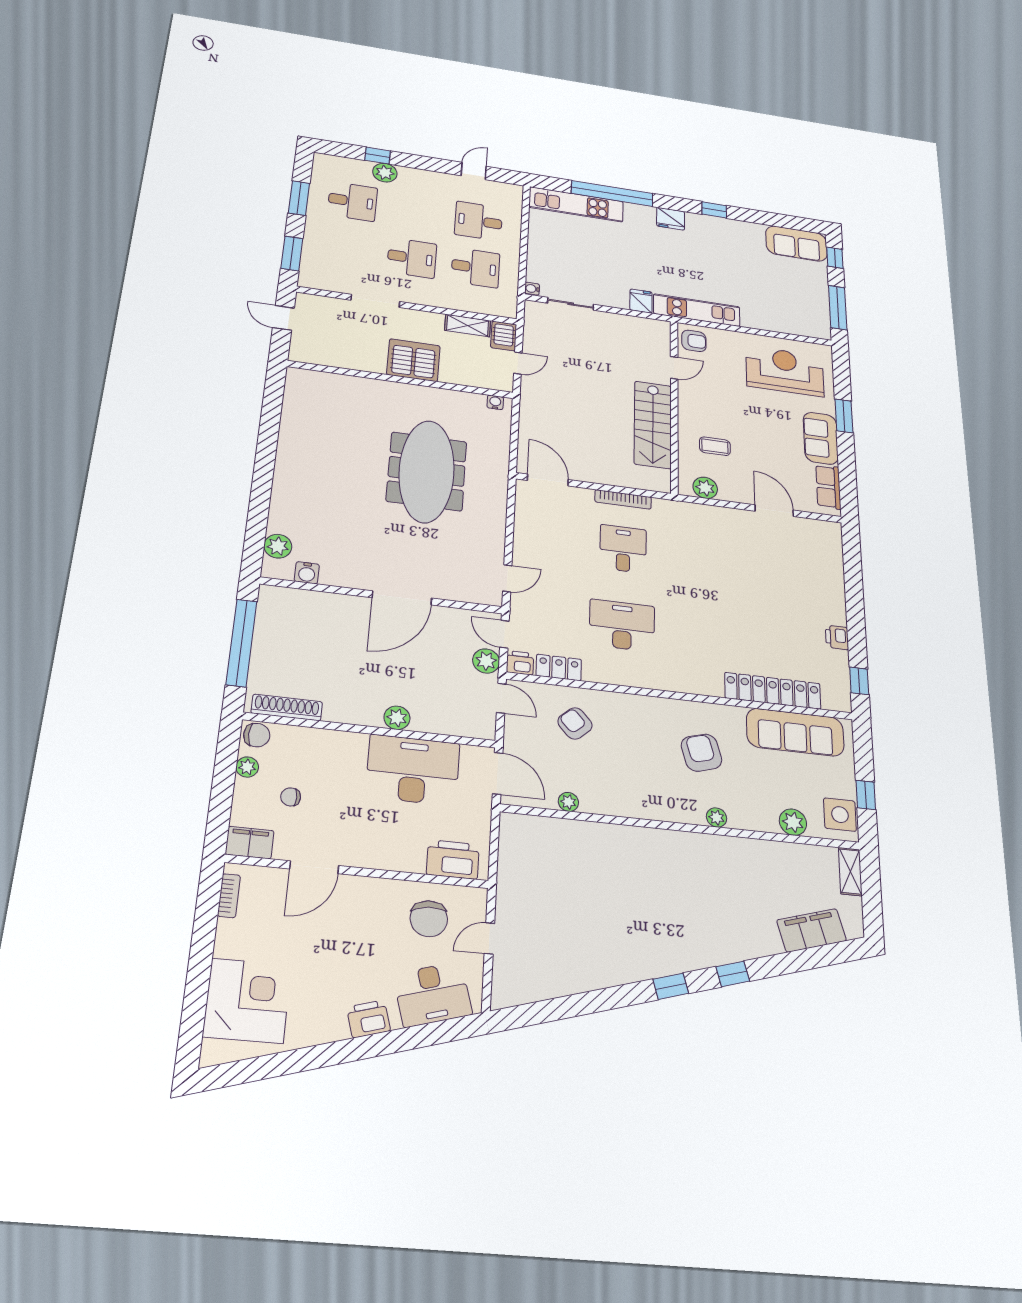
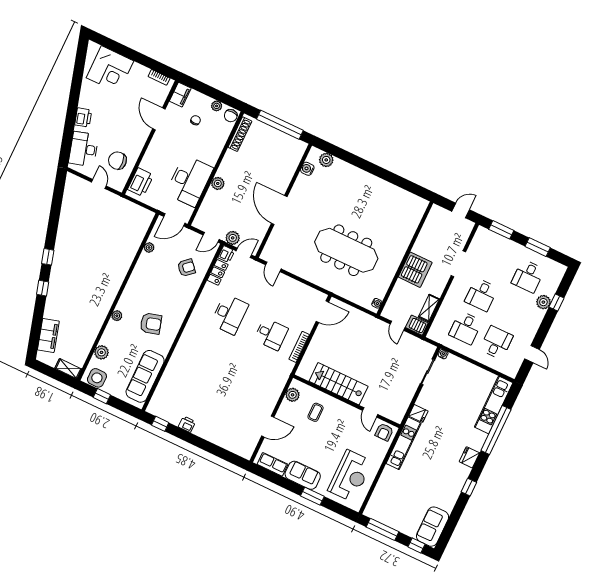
locker: (773, 691) -> (170, 376), removed

